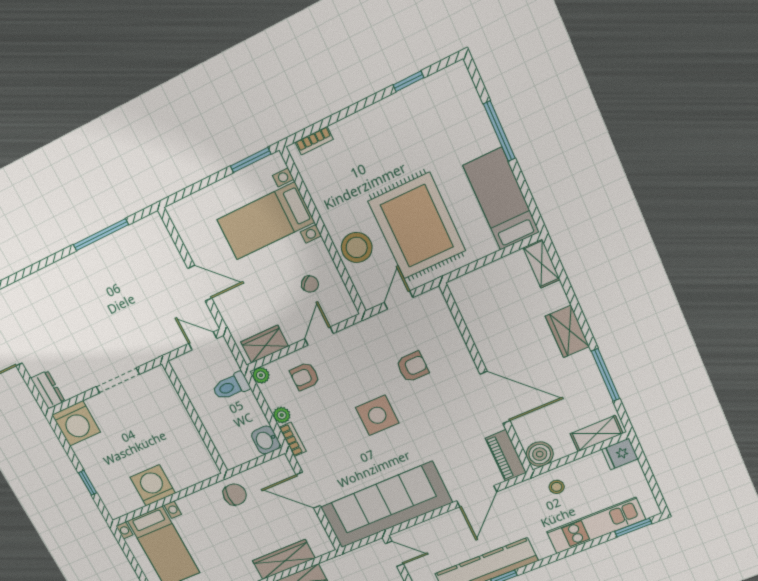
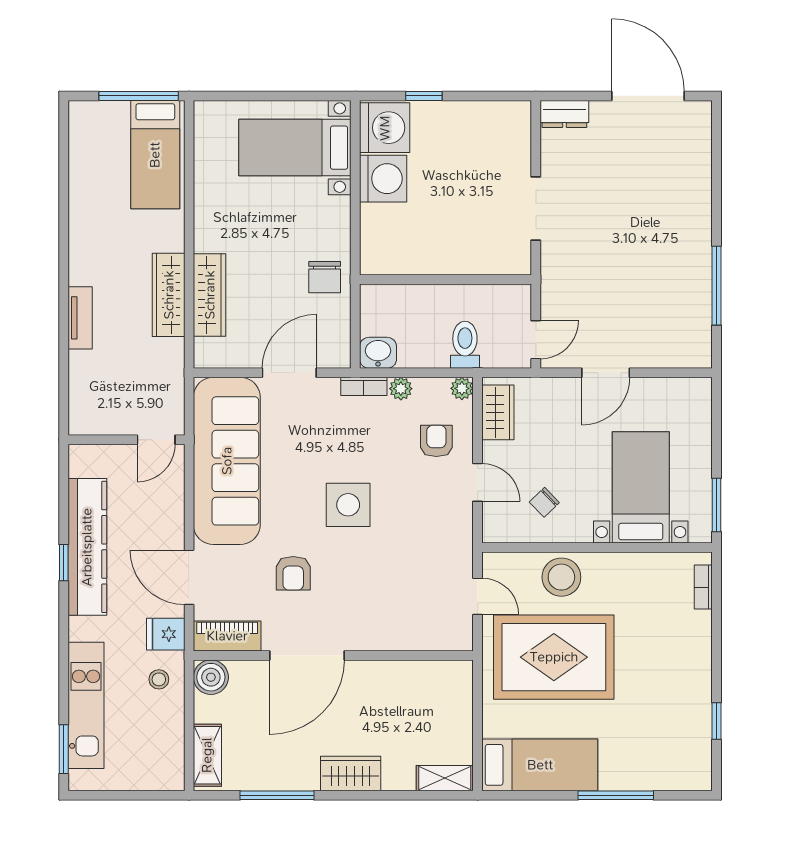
armchair: (412, 367) -> (293, 573), moved
washing machine: (76, 423) -> (385, 128), moved, turned 180
fridge: (620, 454) -> (166, 634), moved, turned -90

